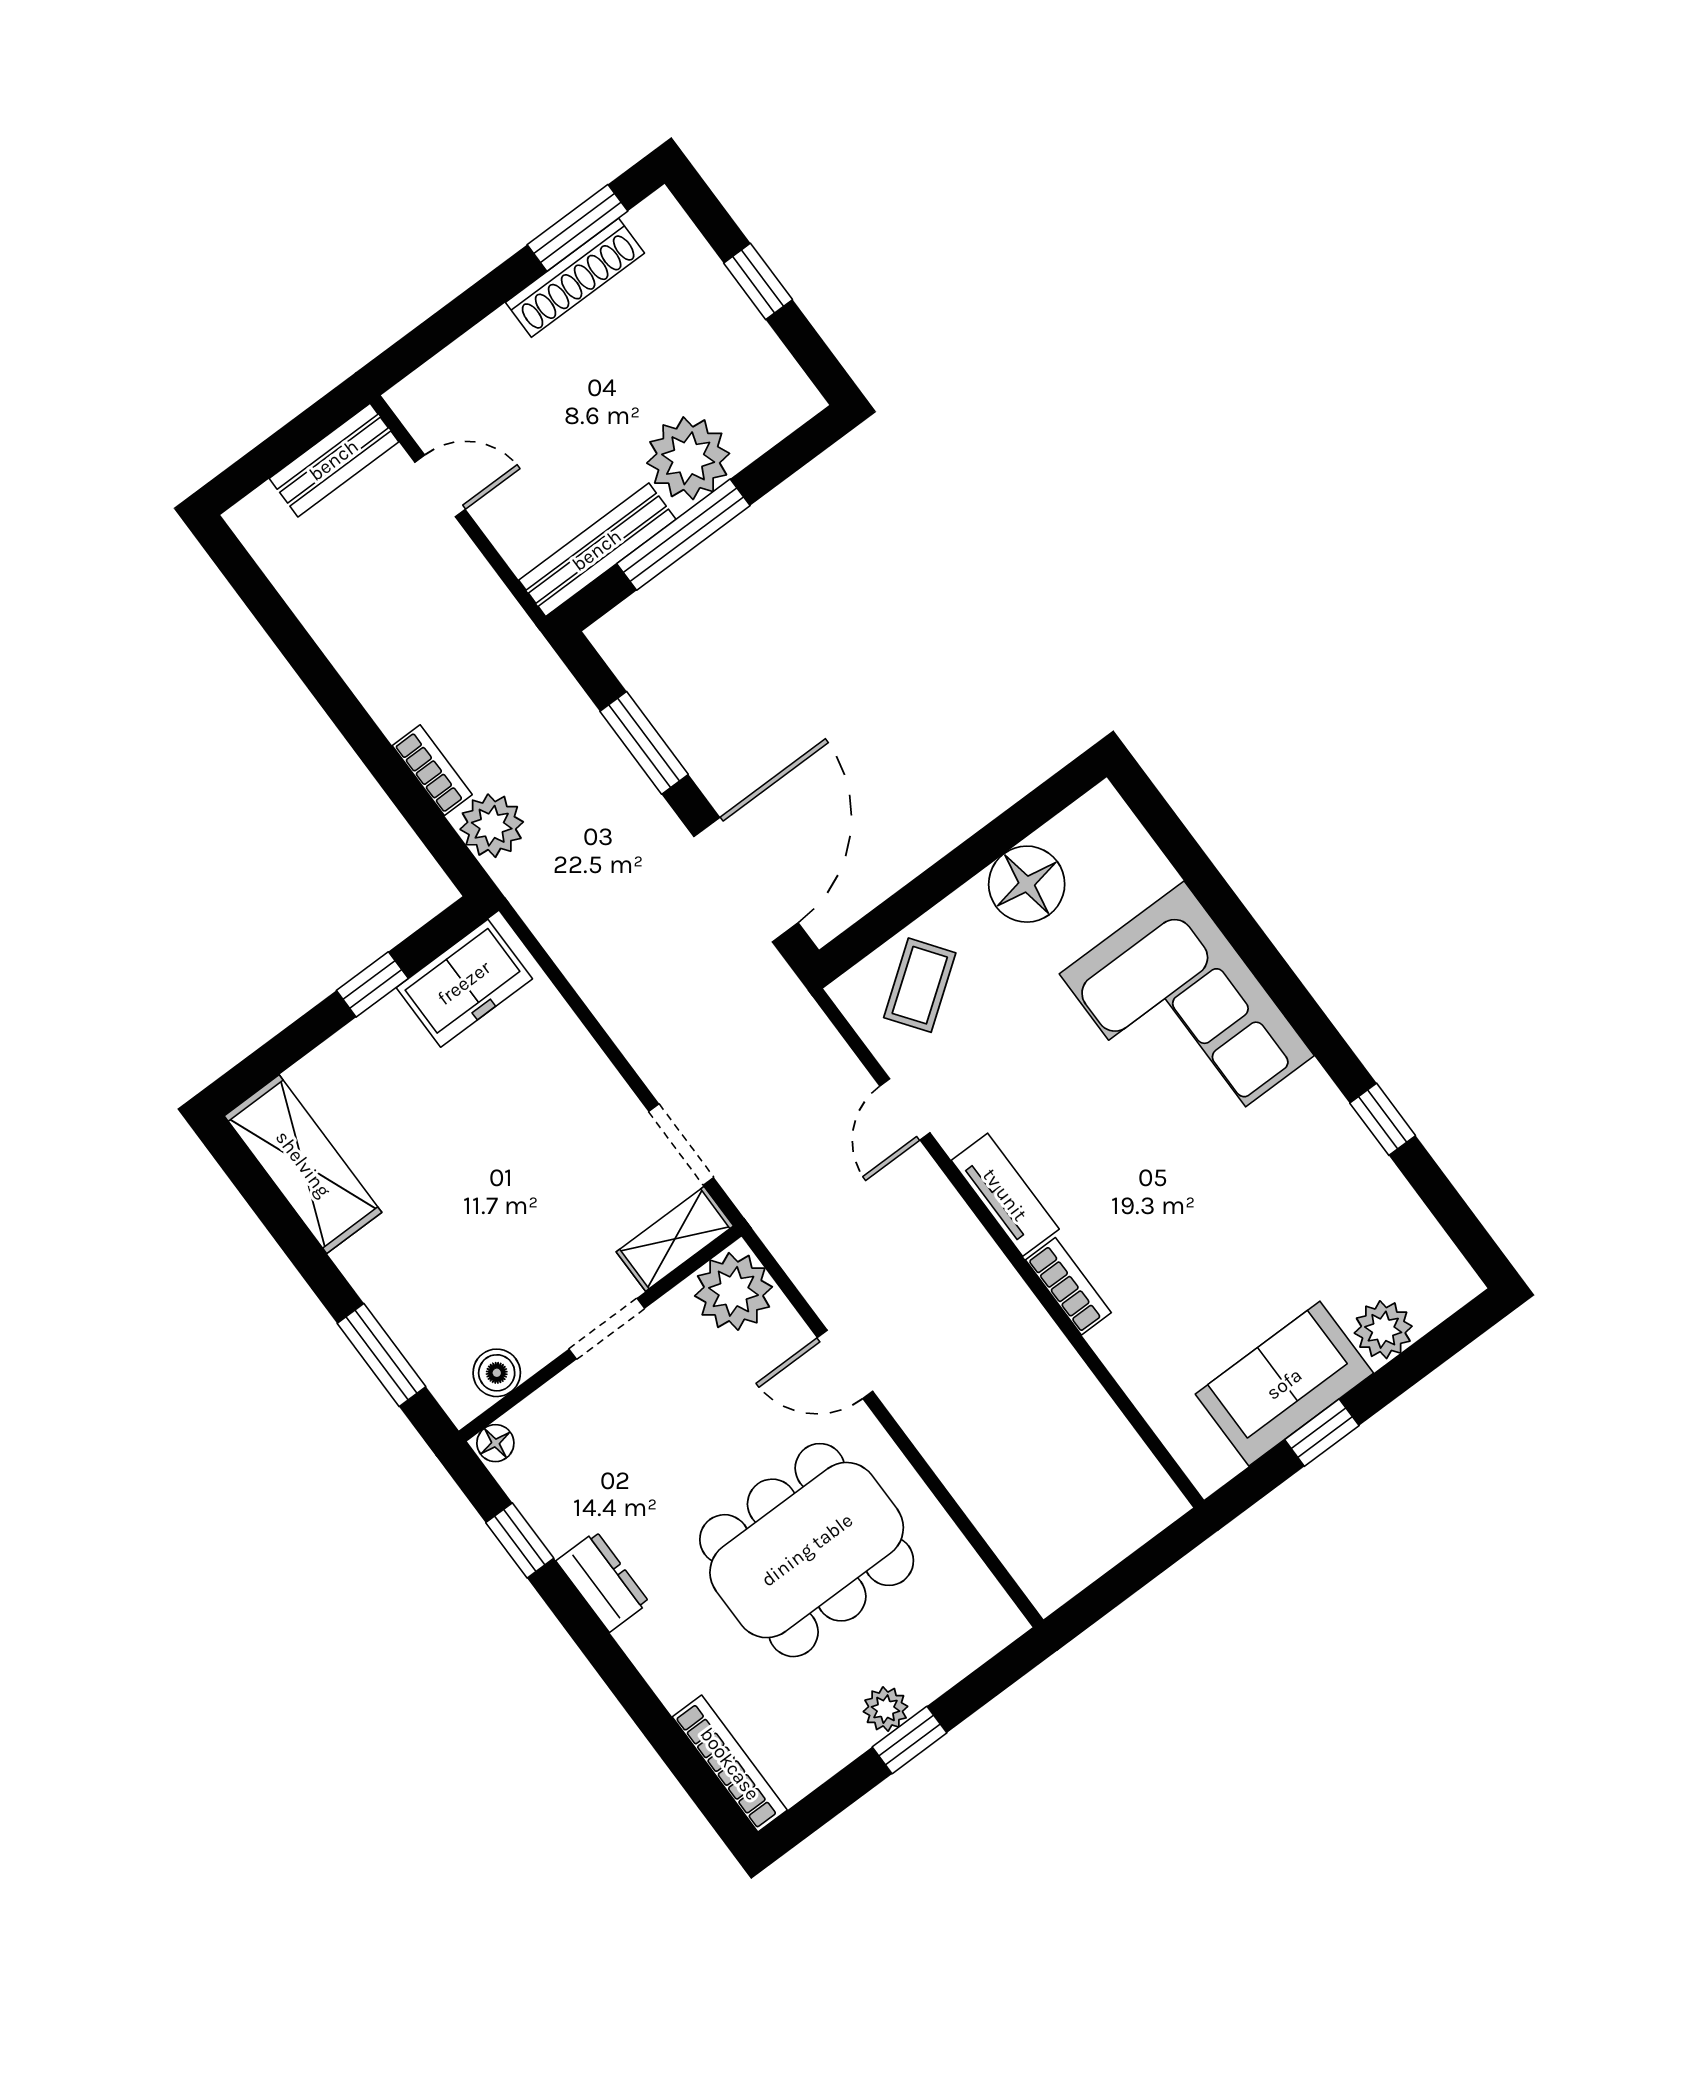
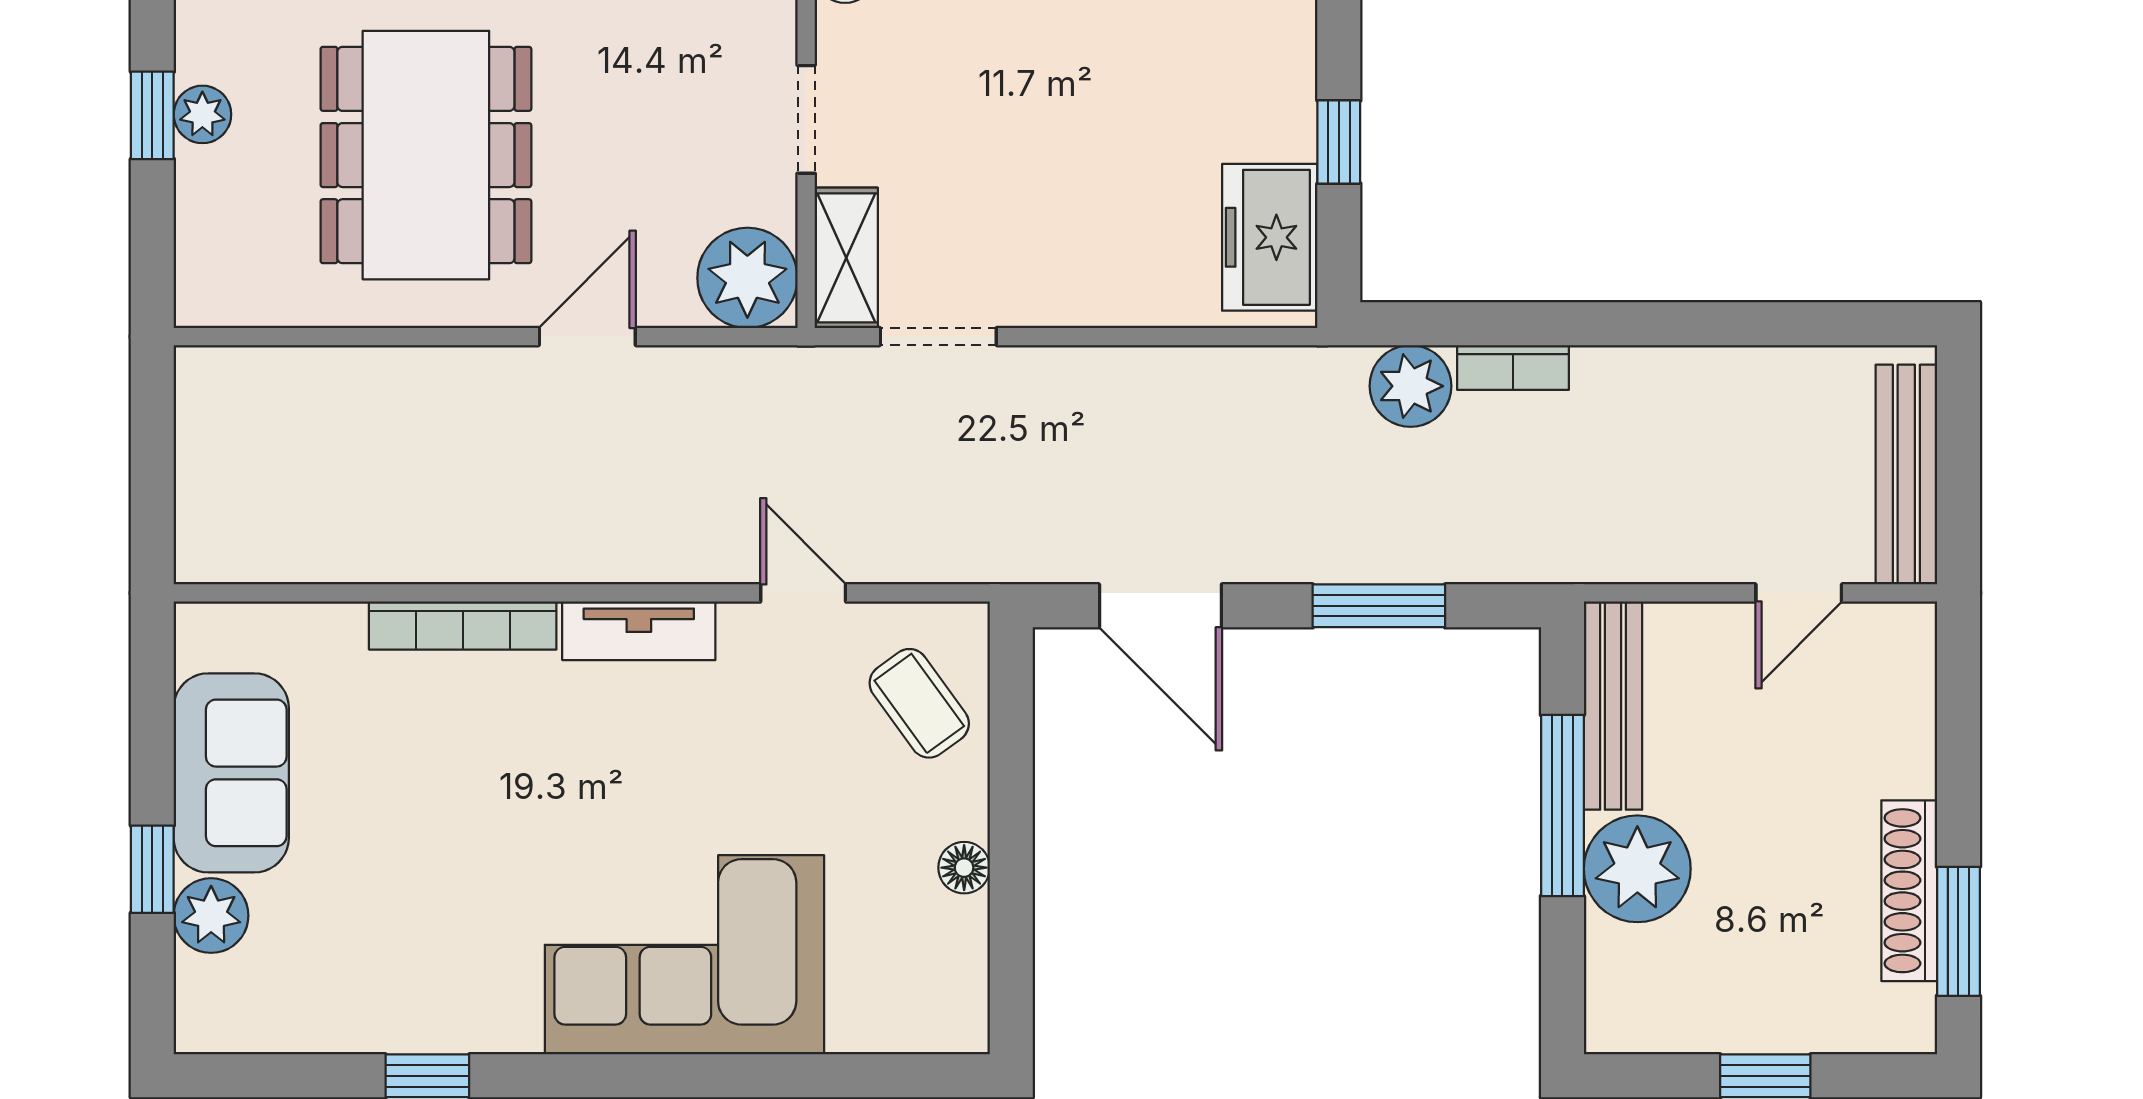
bench: (334, 460) -> (1906, 475), width x1.36
door: (746, 880) -> (1160, 606), width x0.73
floor lamp: (1027, 884) -> (964, 868), width x0.53, depth x0.53
bookcase: (1068, 1286) -> (463, 625), width x1.56
window: (1322, 1433) -> (152, 869), moved

